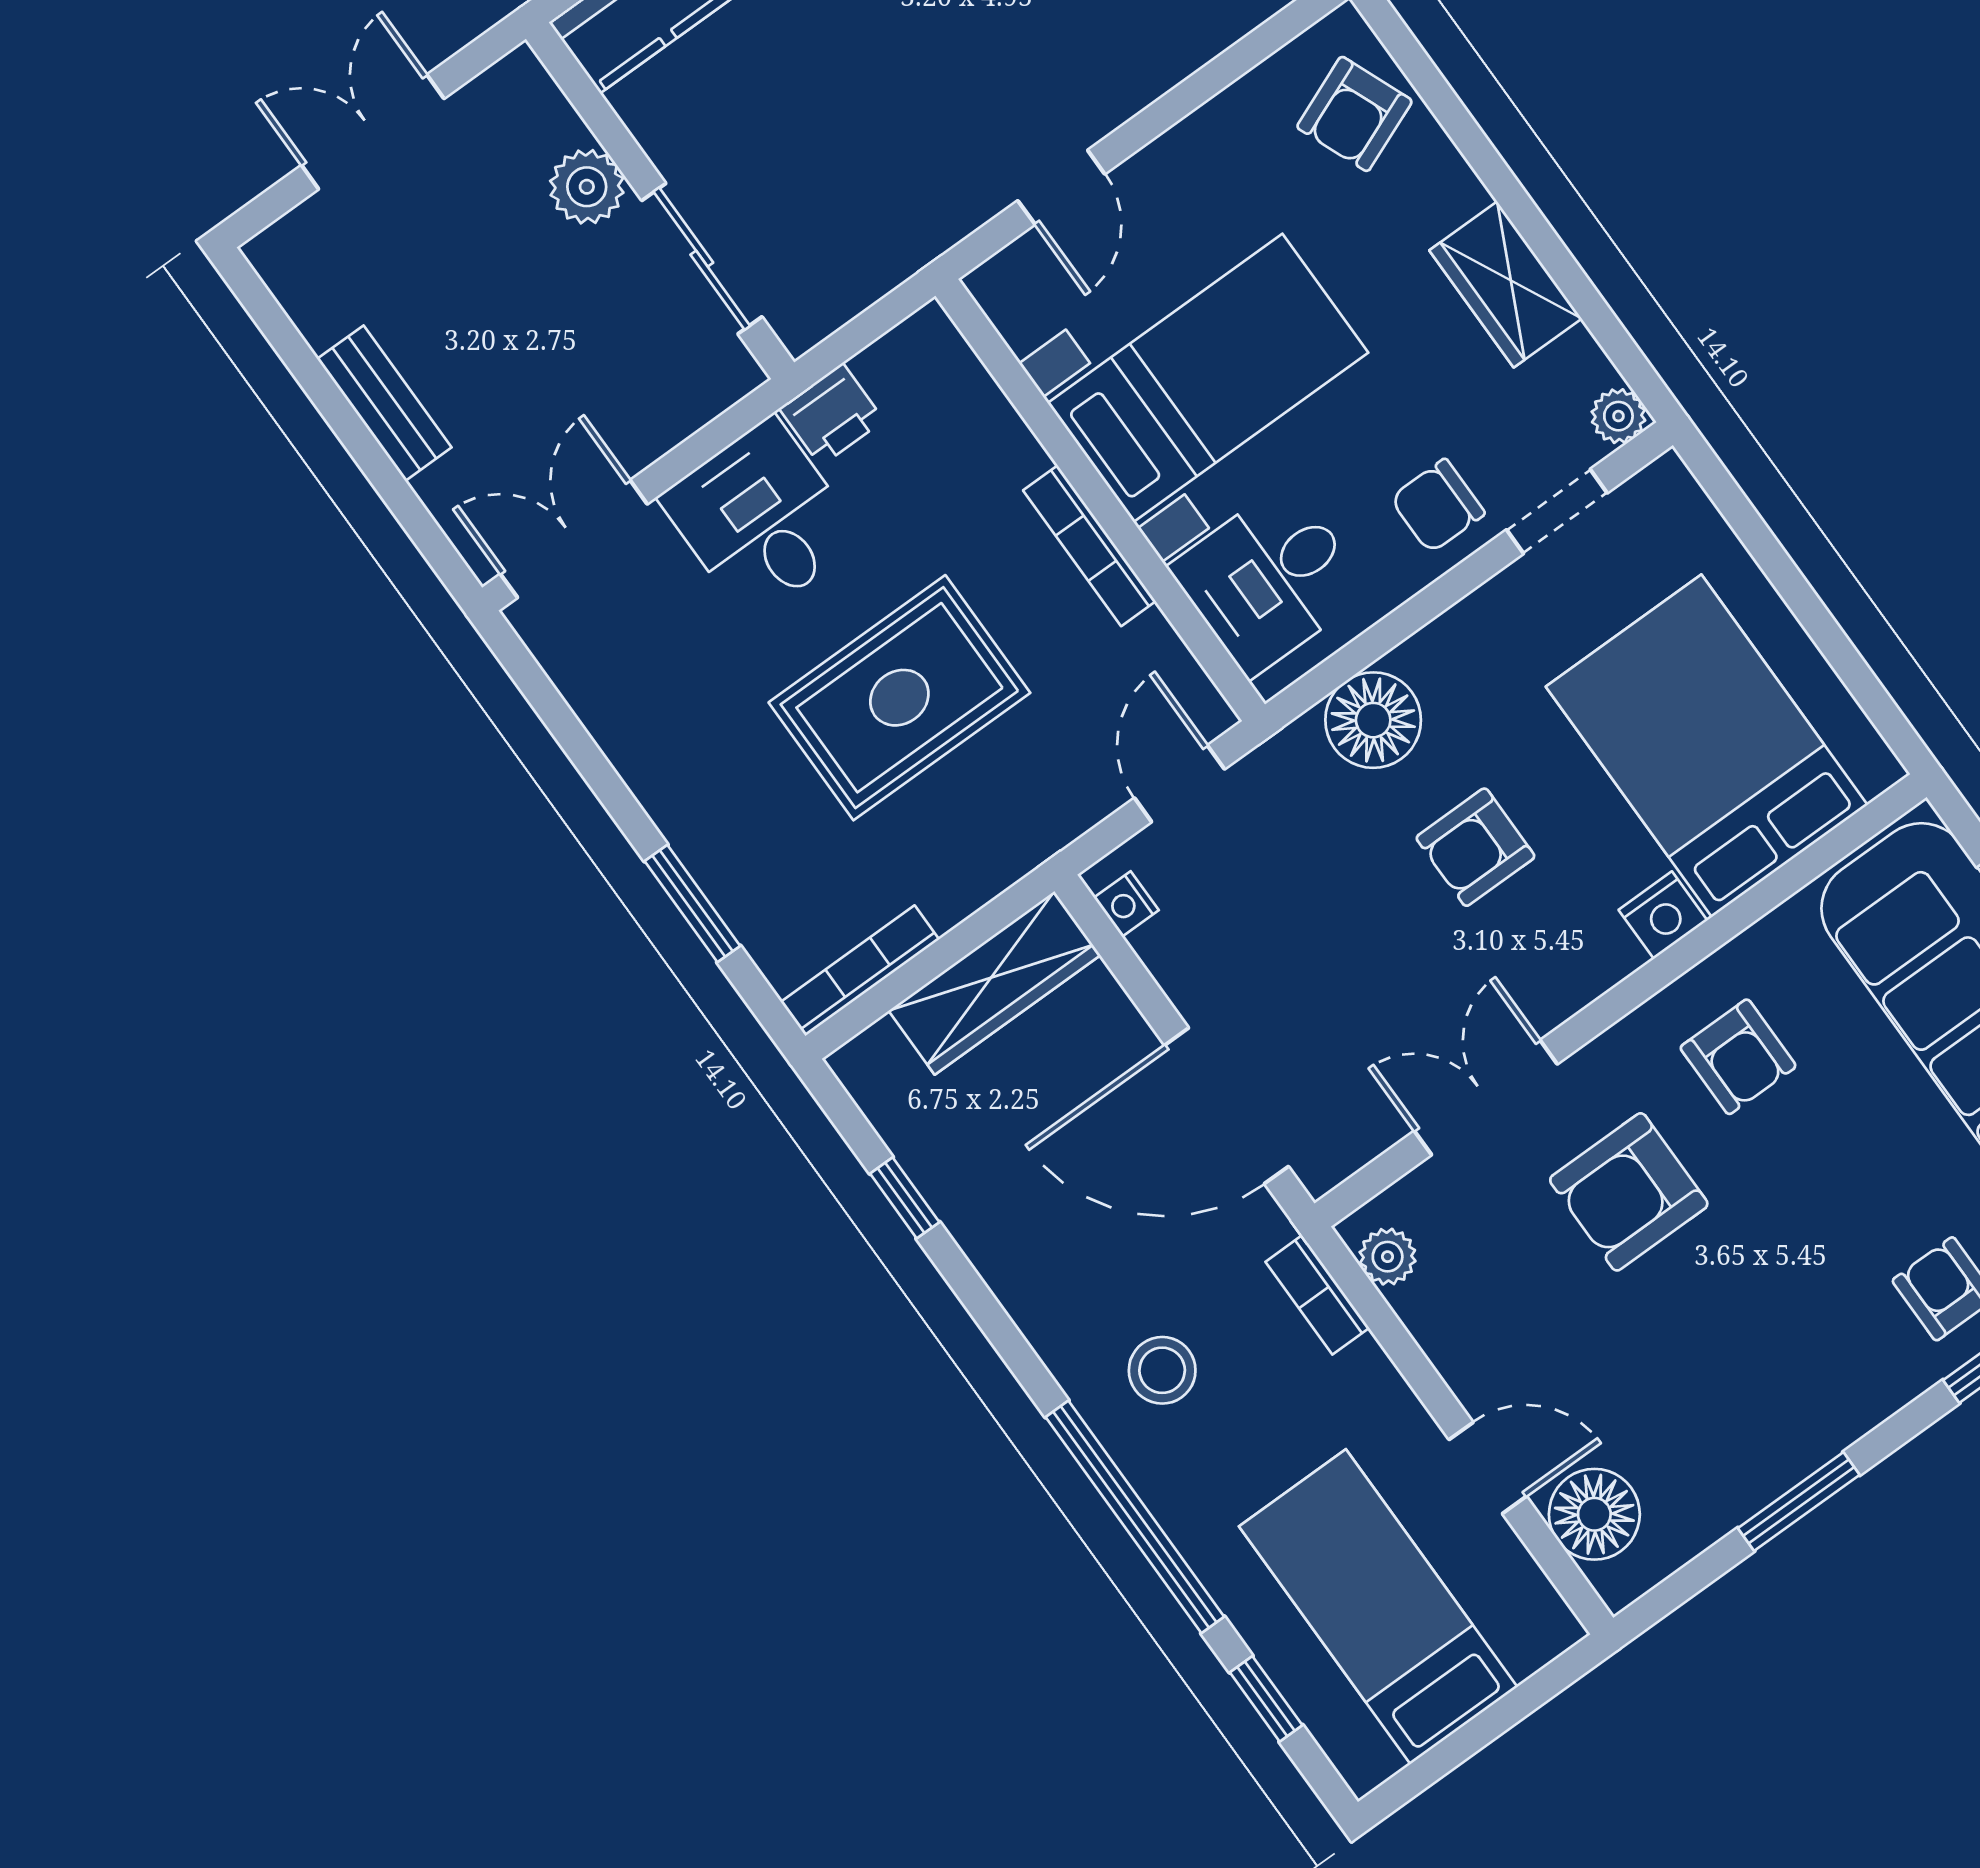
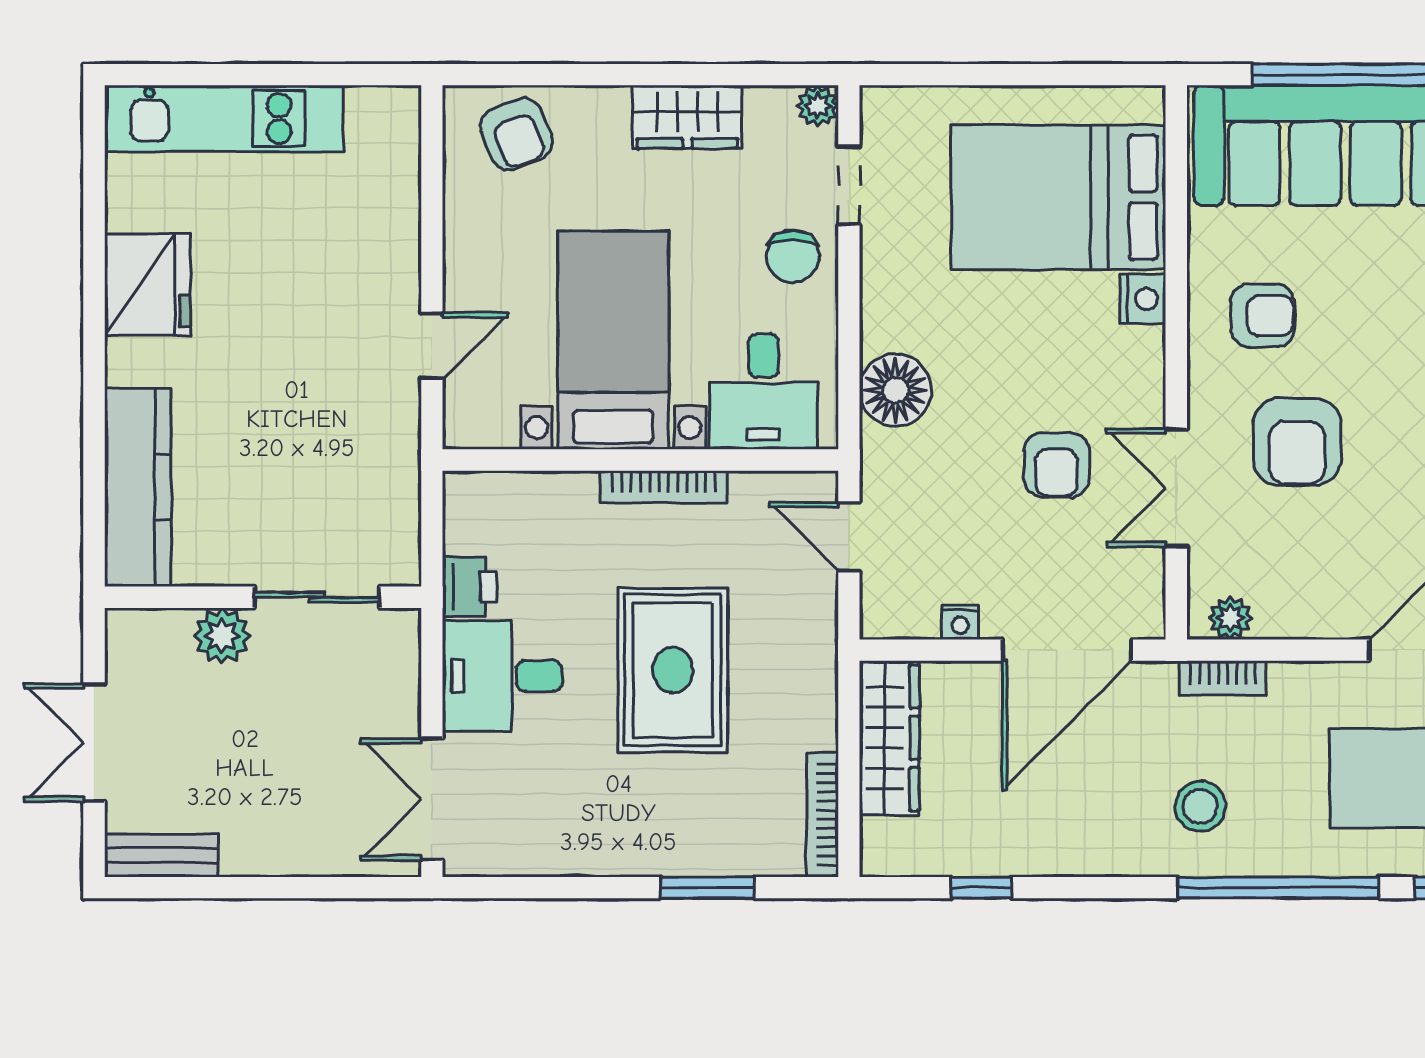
door: (1061, 187) -> (432, 346), hinge flipped
bench: (384, 403) -> (161, 855), moved
armchair: (1475, 847) -> (1057, 465), moved
nightstand: (1126, 904) -> (960, 622), moved

